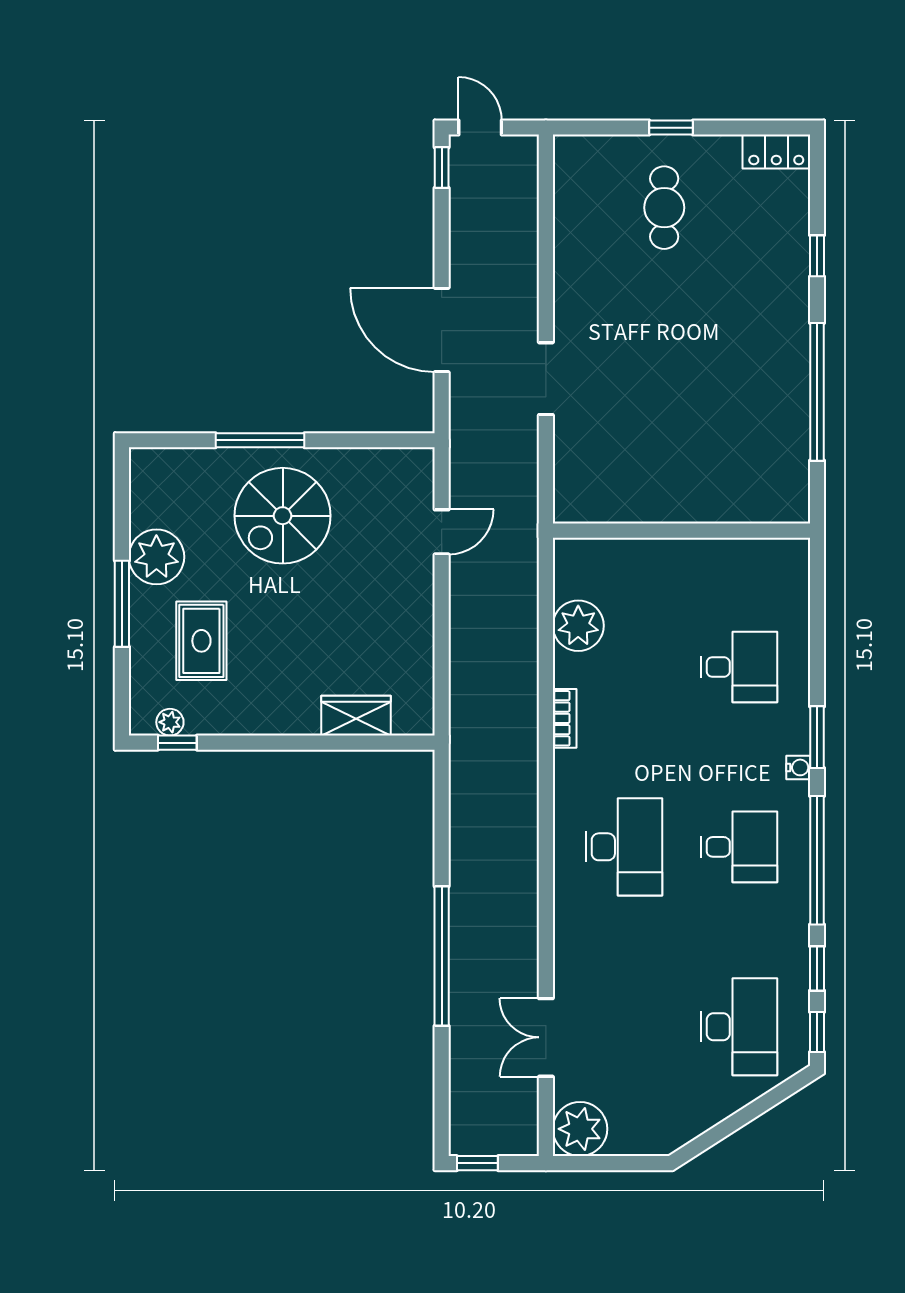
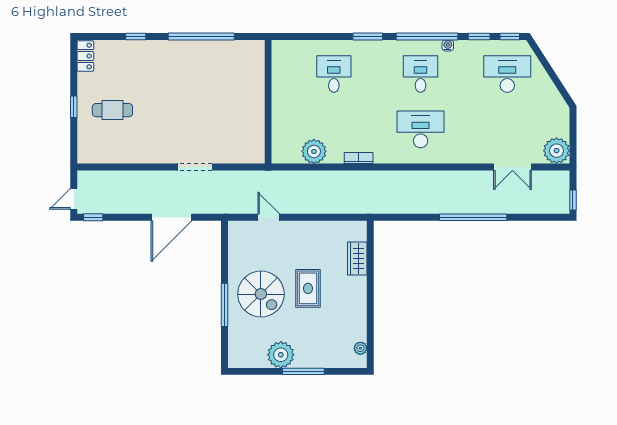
rug: (201, 641) -> (308, 288), moved, turned 90
window: (177, 743) -> (370, 345), removed
water cooler: (798, 767) -> (448, 45), moved

